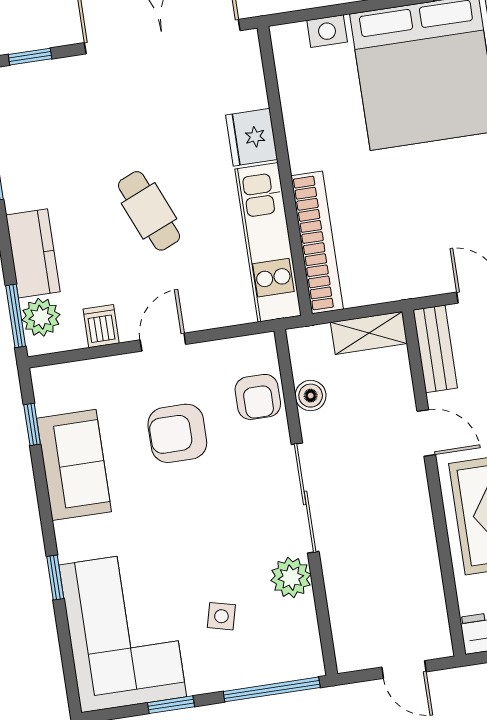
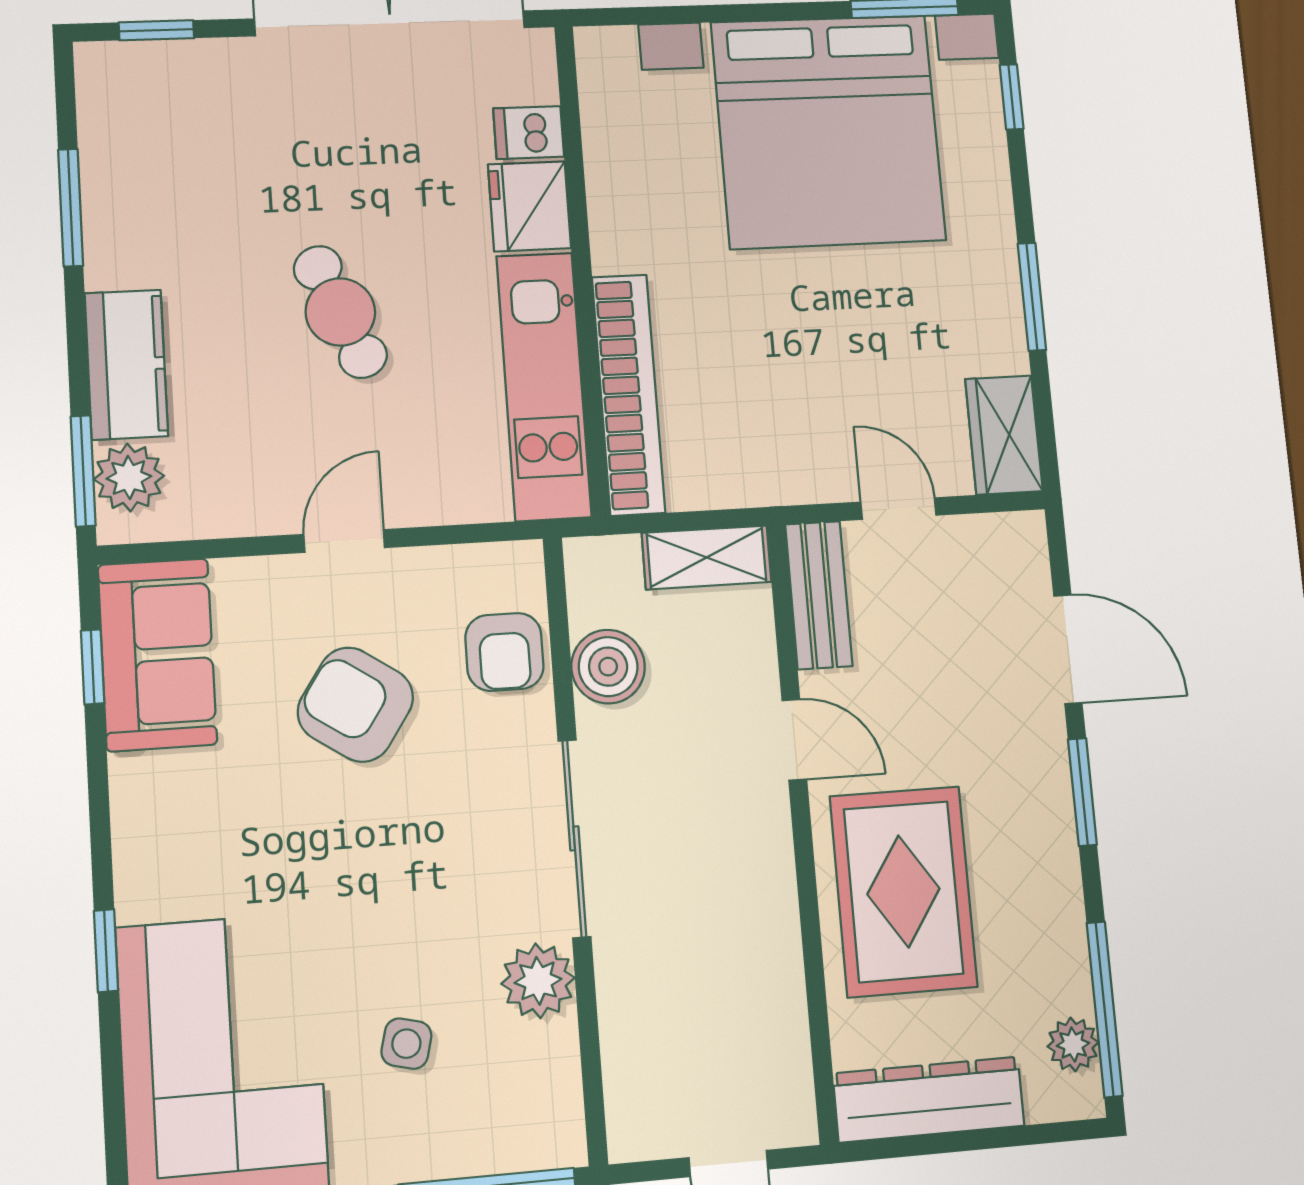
dishwasher: (101, 326) -> (529, 133), moved, turned -90
boiler: (311, 396) -> (608, 667), width x1.36, depth x1.36
armchair: (177, 433) -> (355, 705), turned 34
sofa: (74, 465) -> (157, 655), moved

